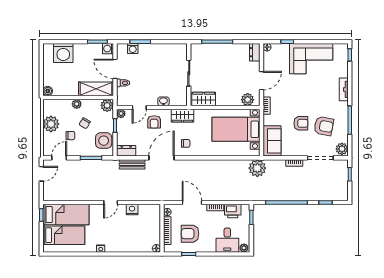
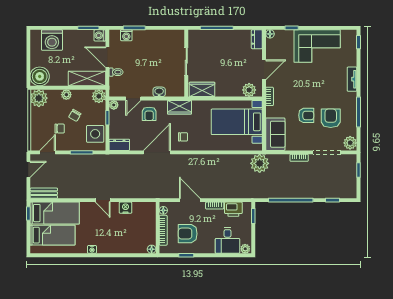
boiler: (48, 91) -> (40, 76), width x1.86, depth x1.86
plant: (51, 124) -> (39, 98), moved
armchair: (324, 126) -> (331, 118), turned -101
bench: (132, 164) -> (44, 193), moved
door: (111, 203) -> (103, 200), hinge flipped

